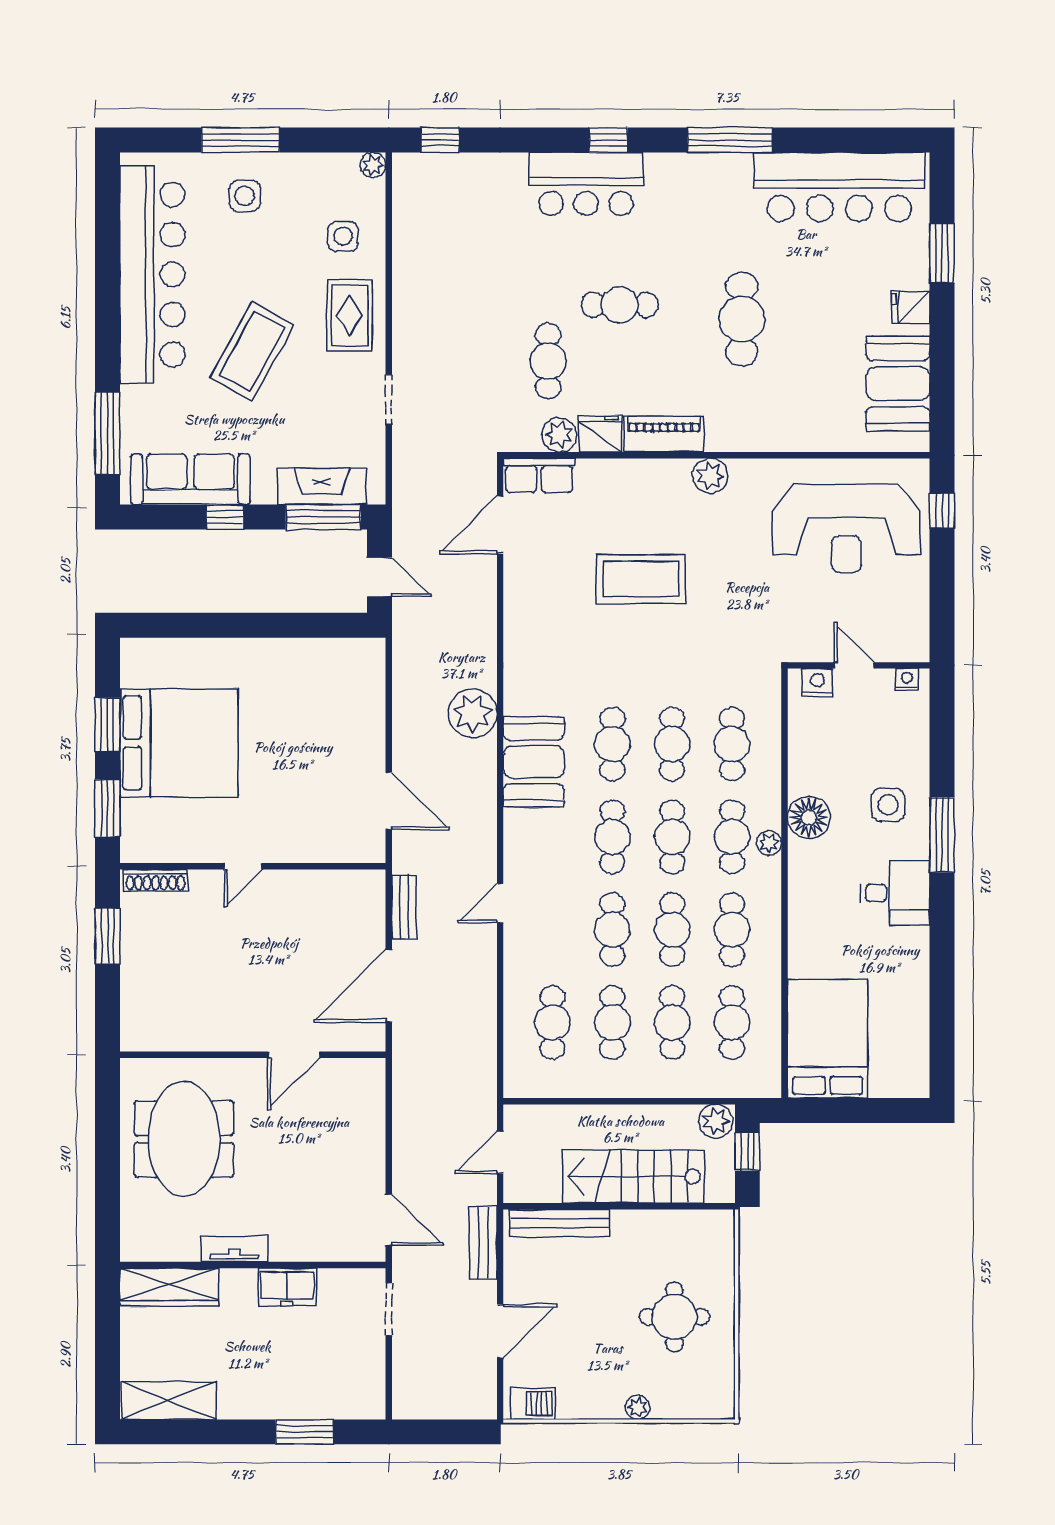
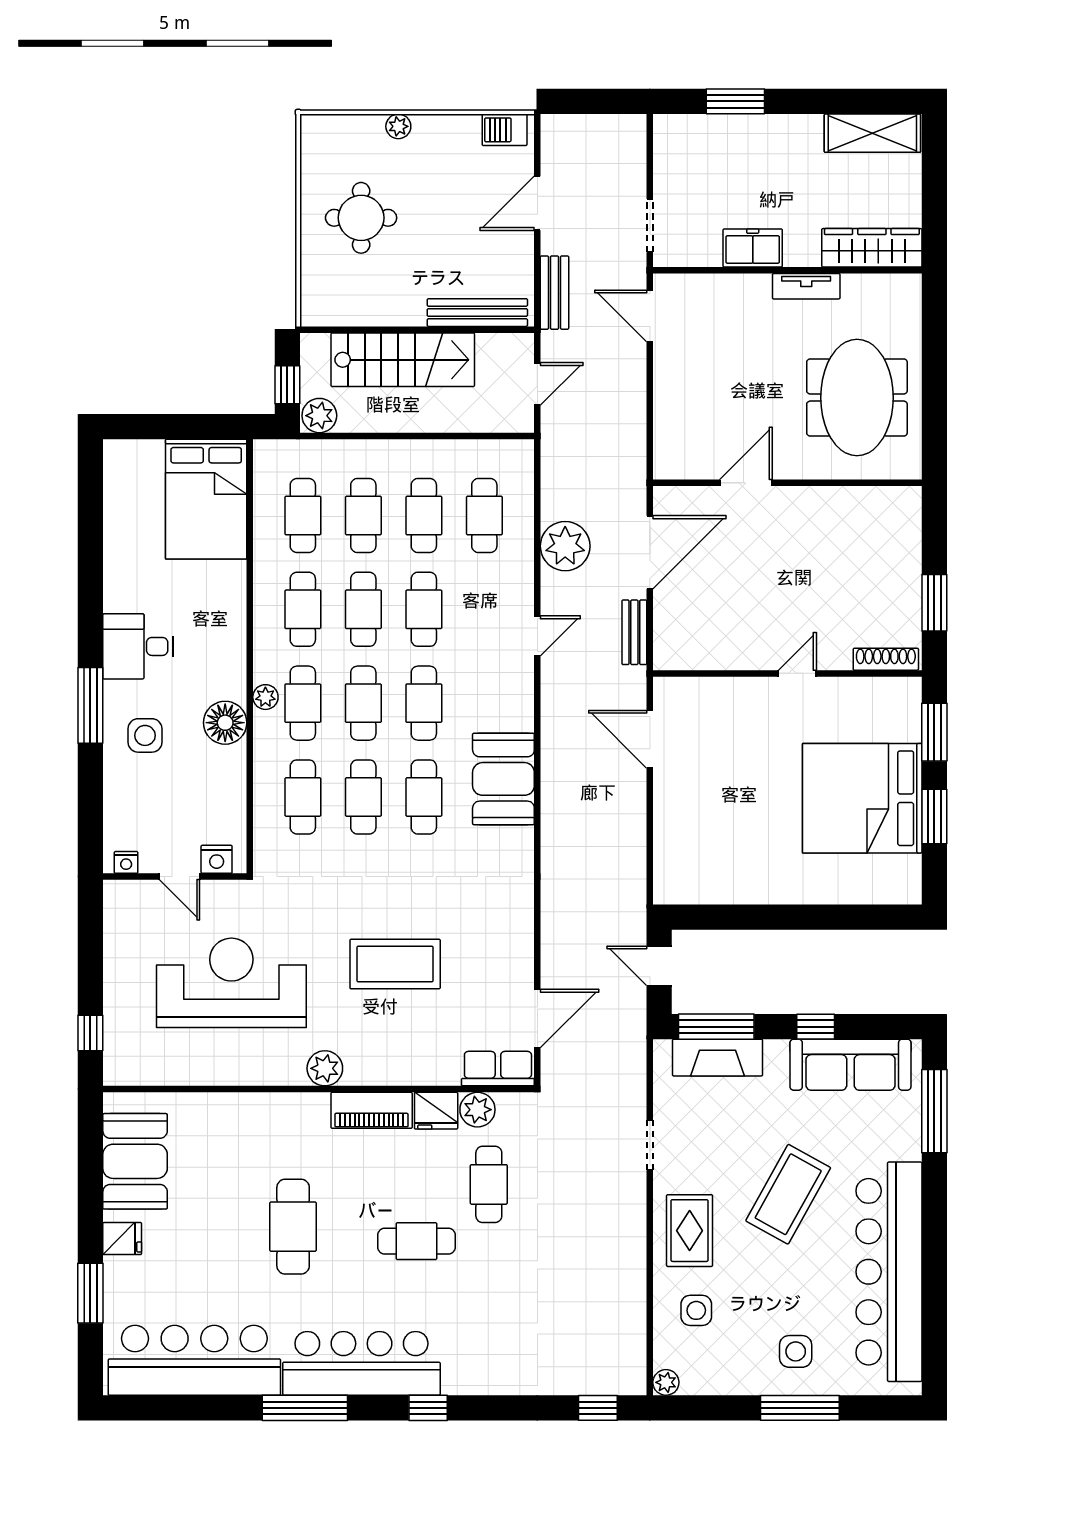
bar counter: (586, 184) -> (361, 1363), moved, width x1.36
reception desk: (846, 528) -> (231, 983), moved
plant: (473, 713) -> (565, 546), moved

